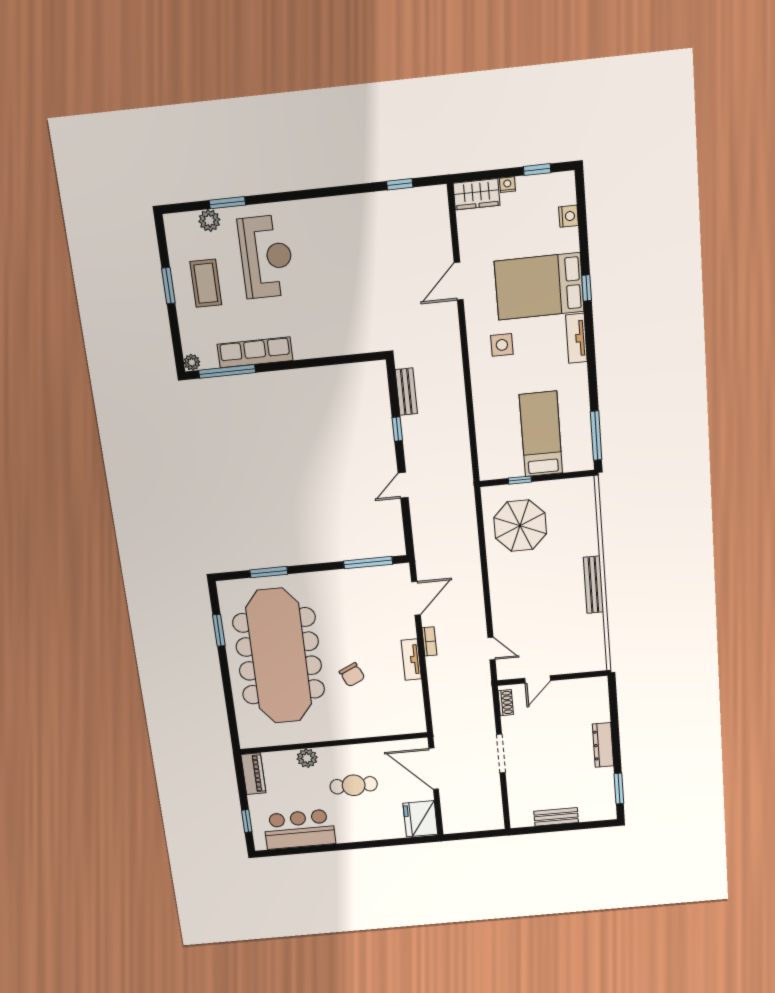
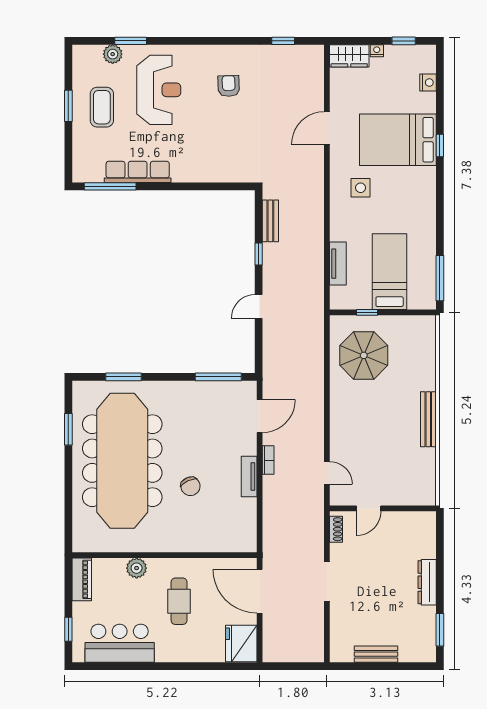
armchair: (344, 244) -> (229, 86), added
tv unit: (576, 338) -> (338, 264), moved, turned 180
plant: (192, 362) -> (79, 175), removed
cafe table: (354, 785) -> (179, 601), turned 90

